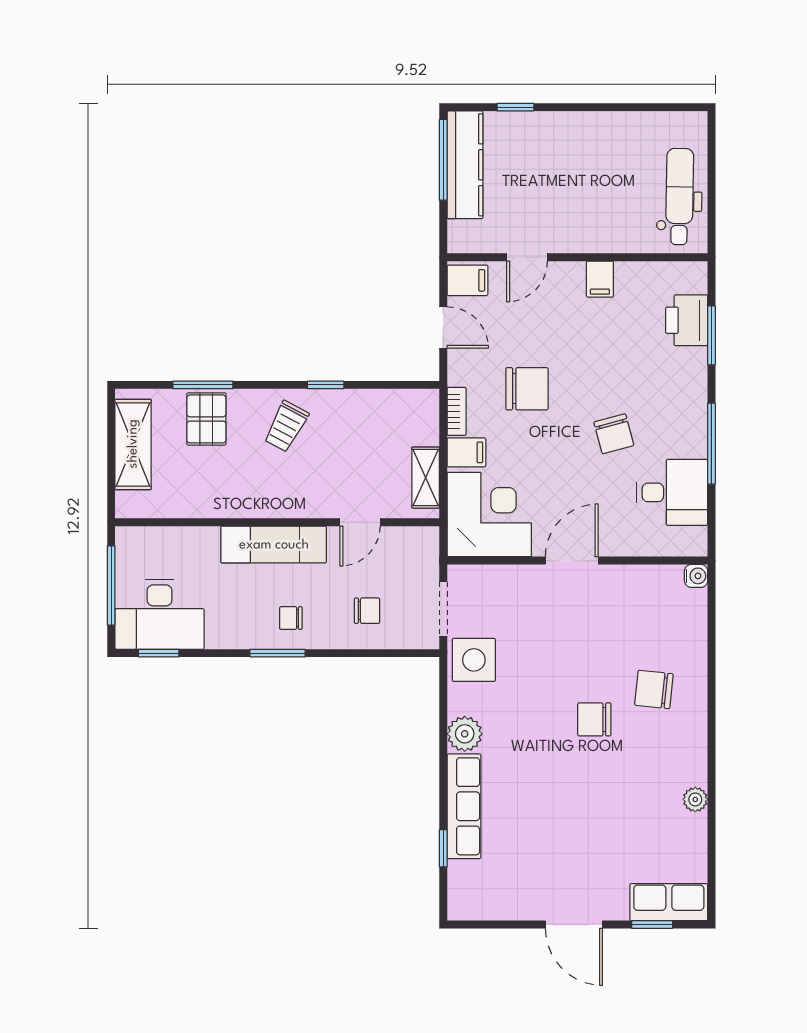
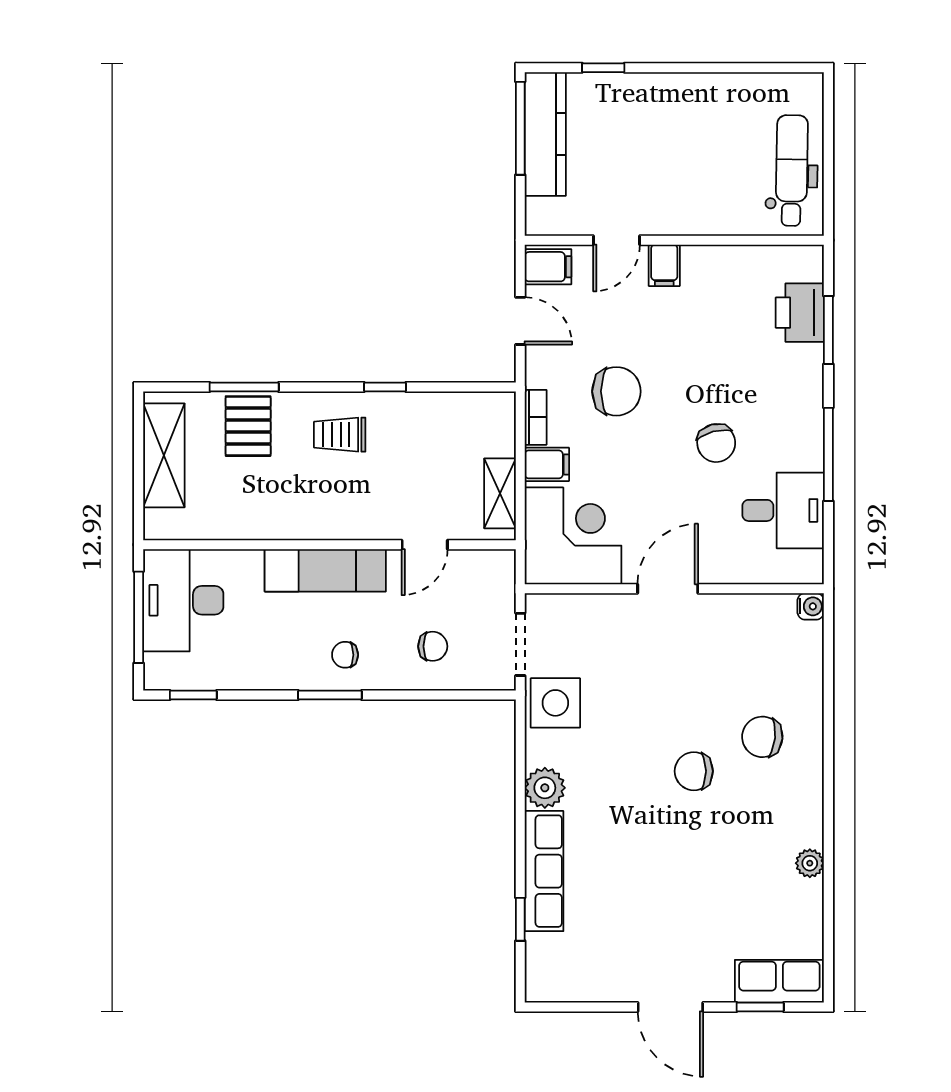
filing cabinet: (600, 279) -> (664, 265), moved
trolley: (286, 426) -> (340, 435), turned 62
desk: (160, 614) -> (183, 600), moved, turned 90

